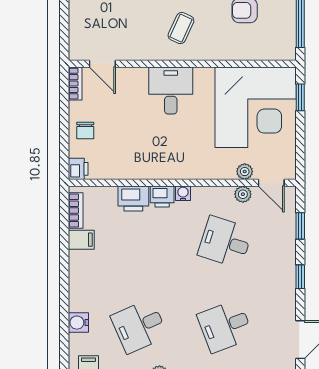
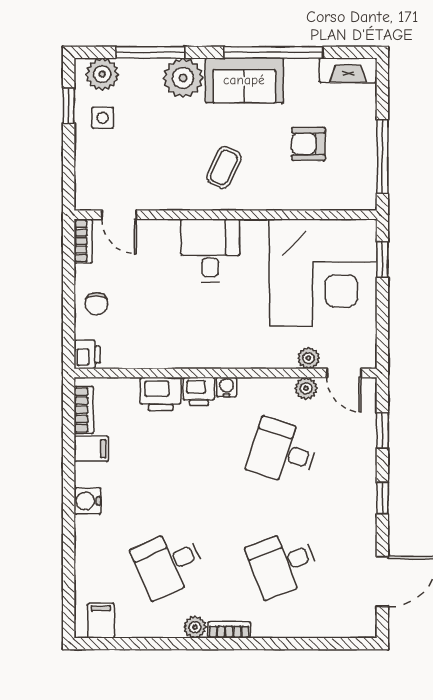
water cooler: (78, 323) -> (87, 501), moved

